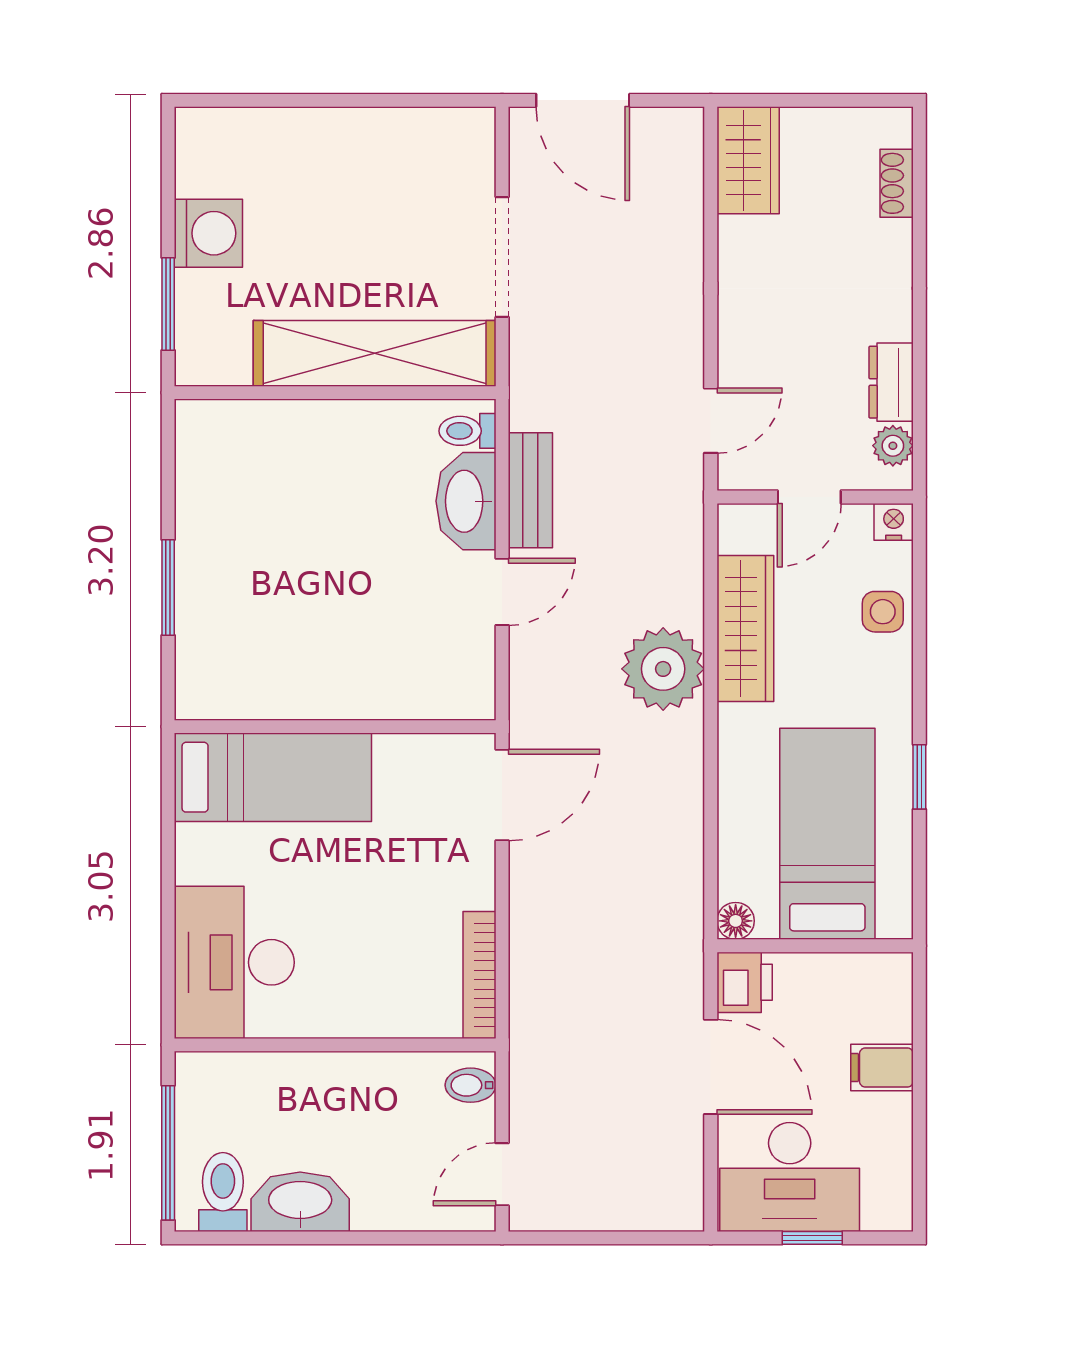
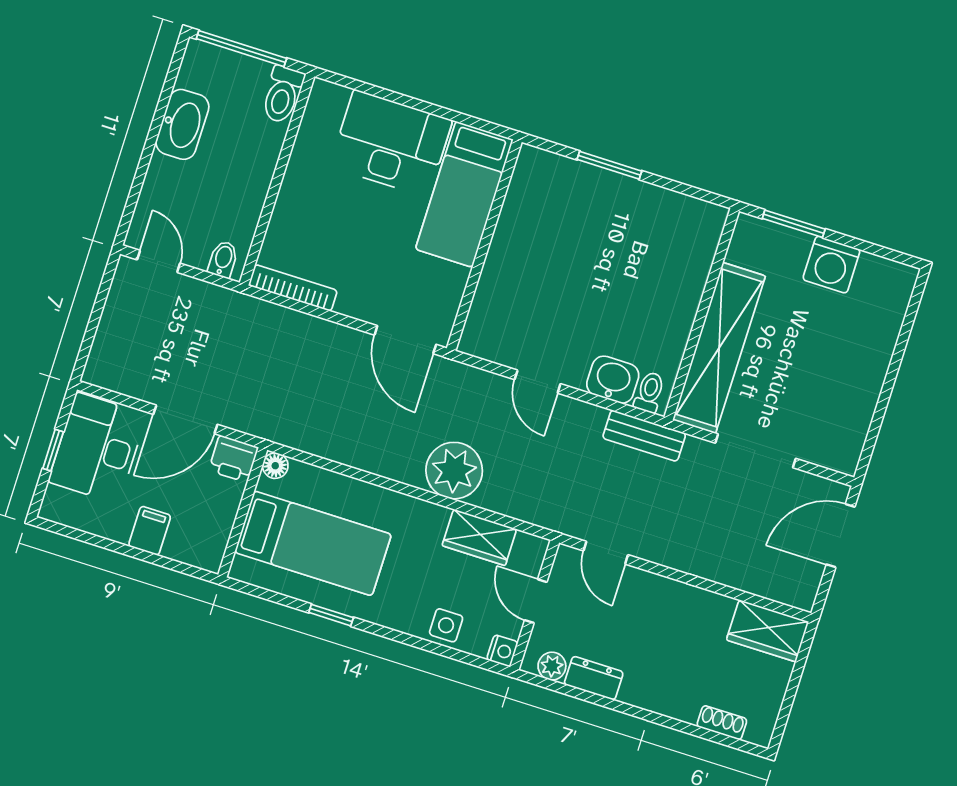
bench: (530, 490) -> (644, 436), moved
washbasin: (466, 501) -> (613, 380), width x0.72
wardrobe: (745, 628) -> (479, 537), width x0.67
desk: (234, 962) -> (391, 143), moved
toilet: (223, 1192) -> (282, 94), moved, turned 90

